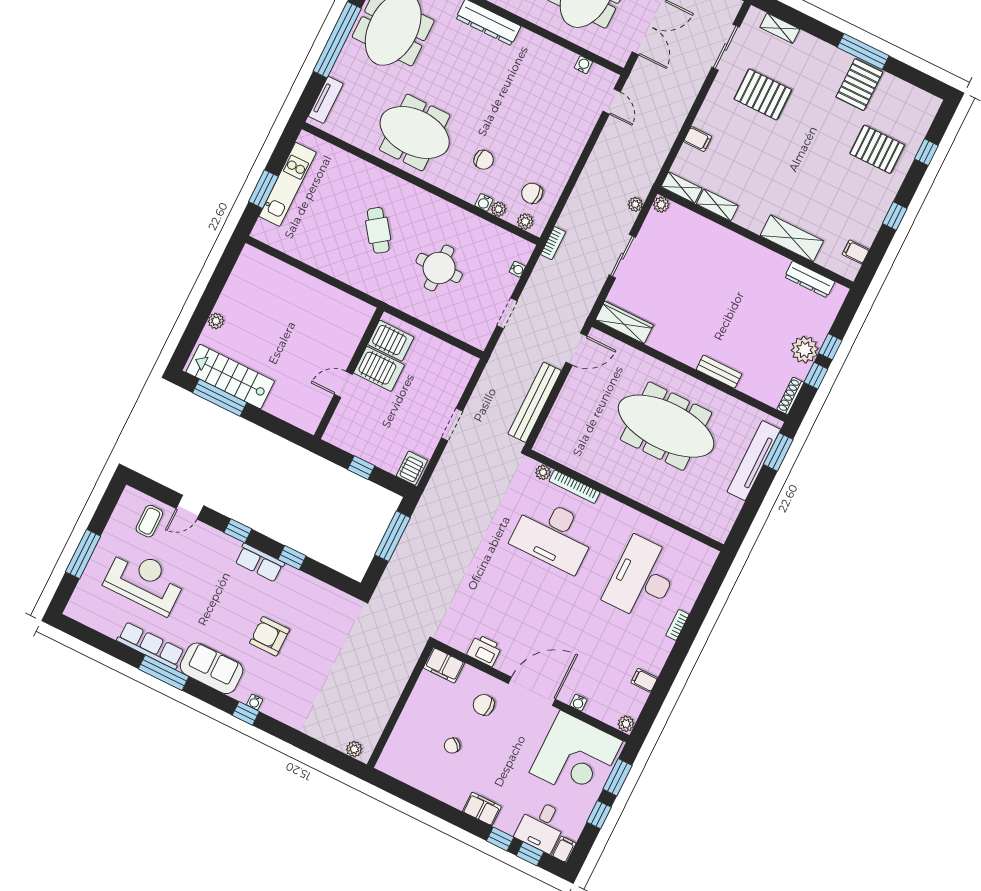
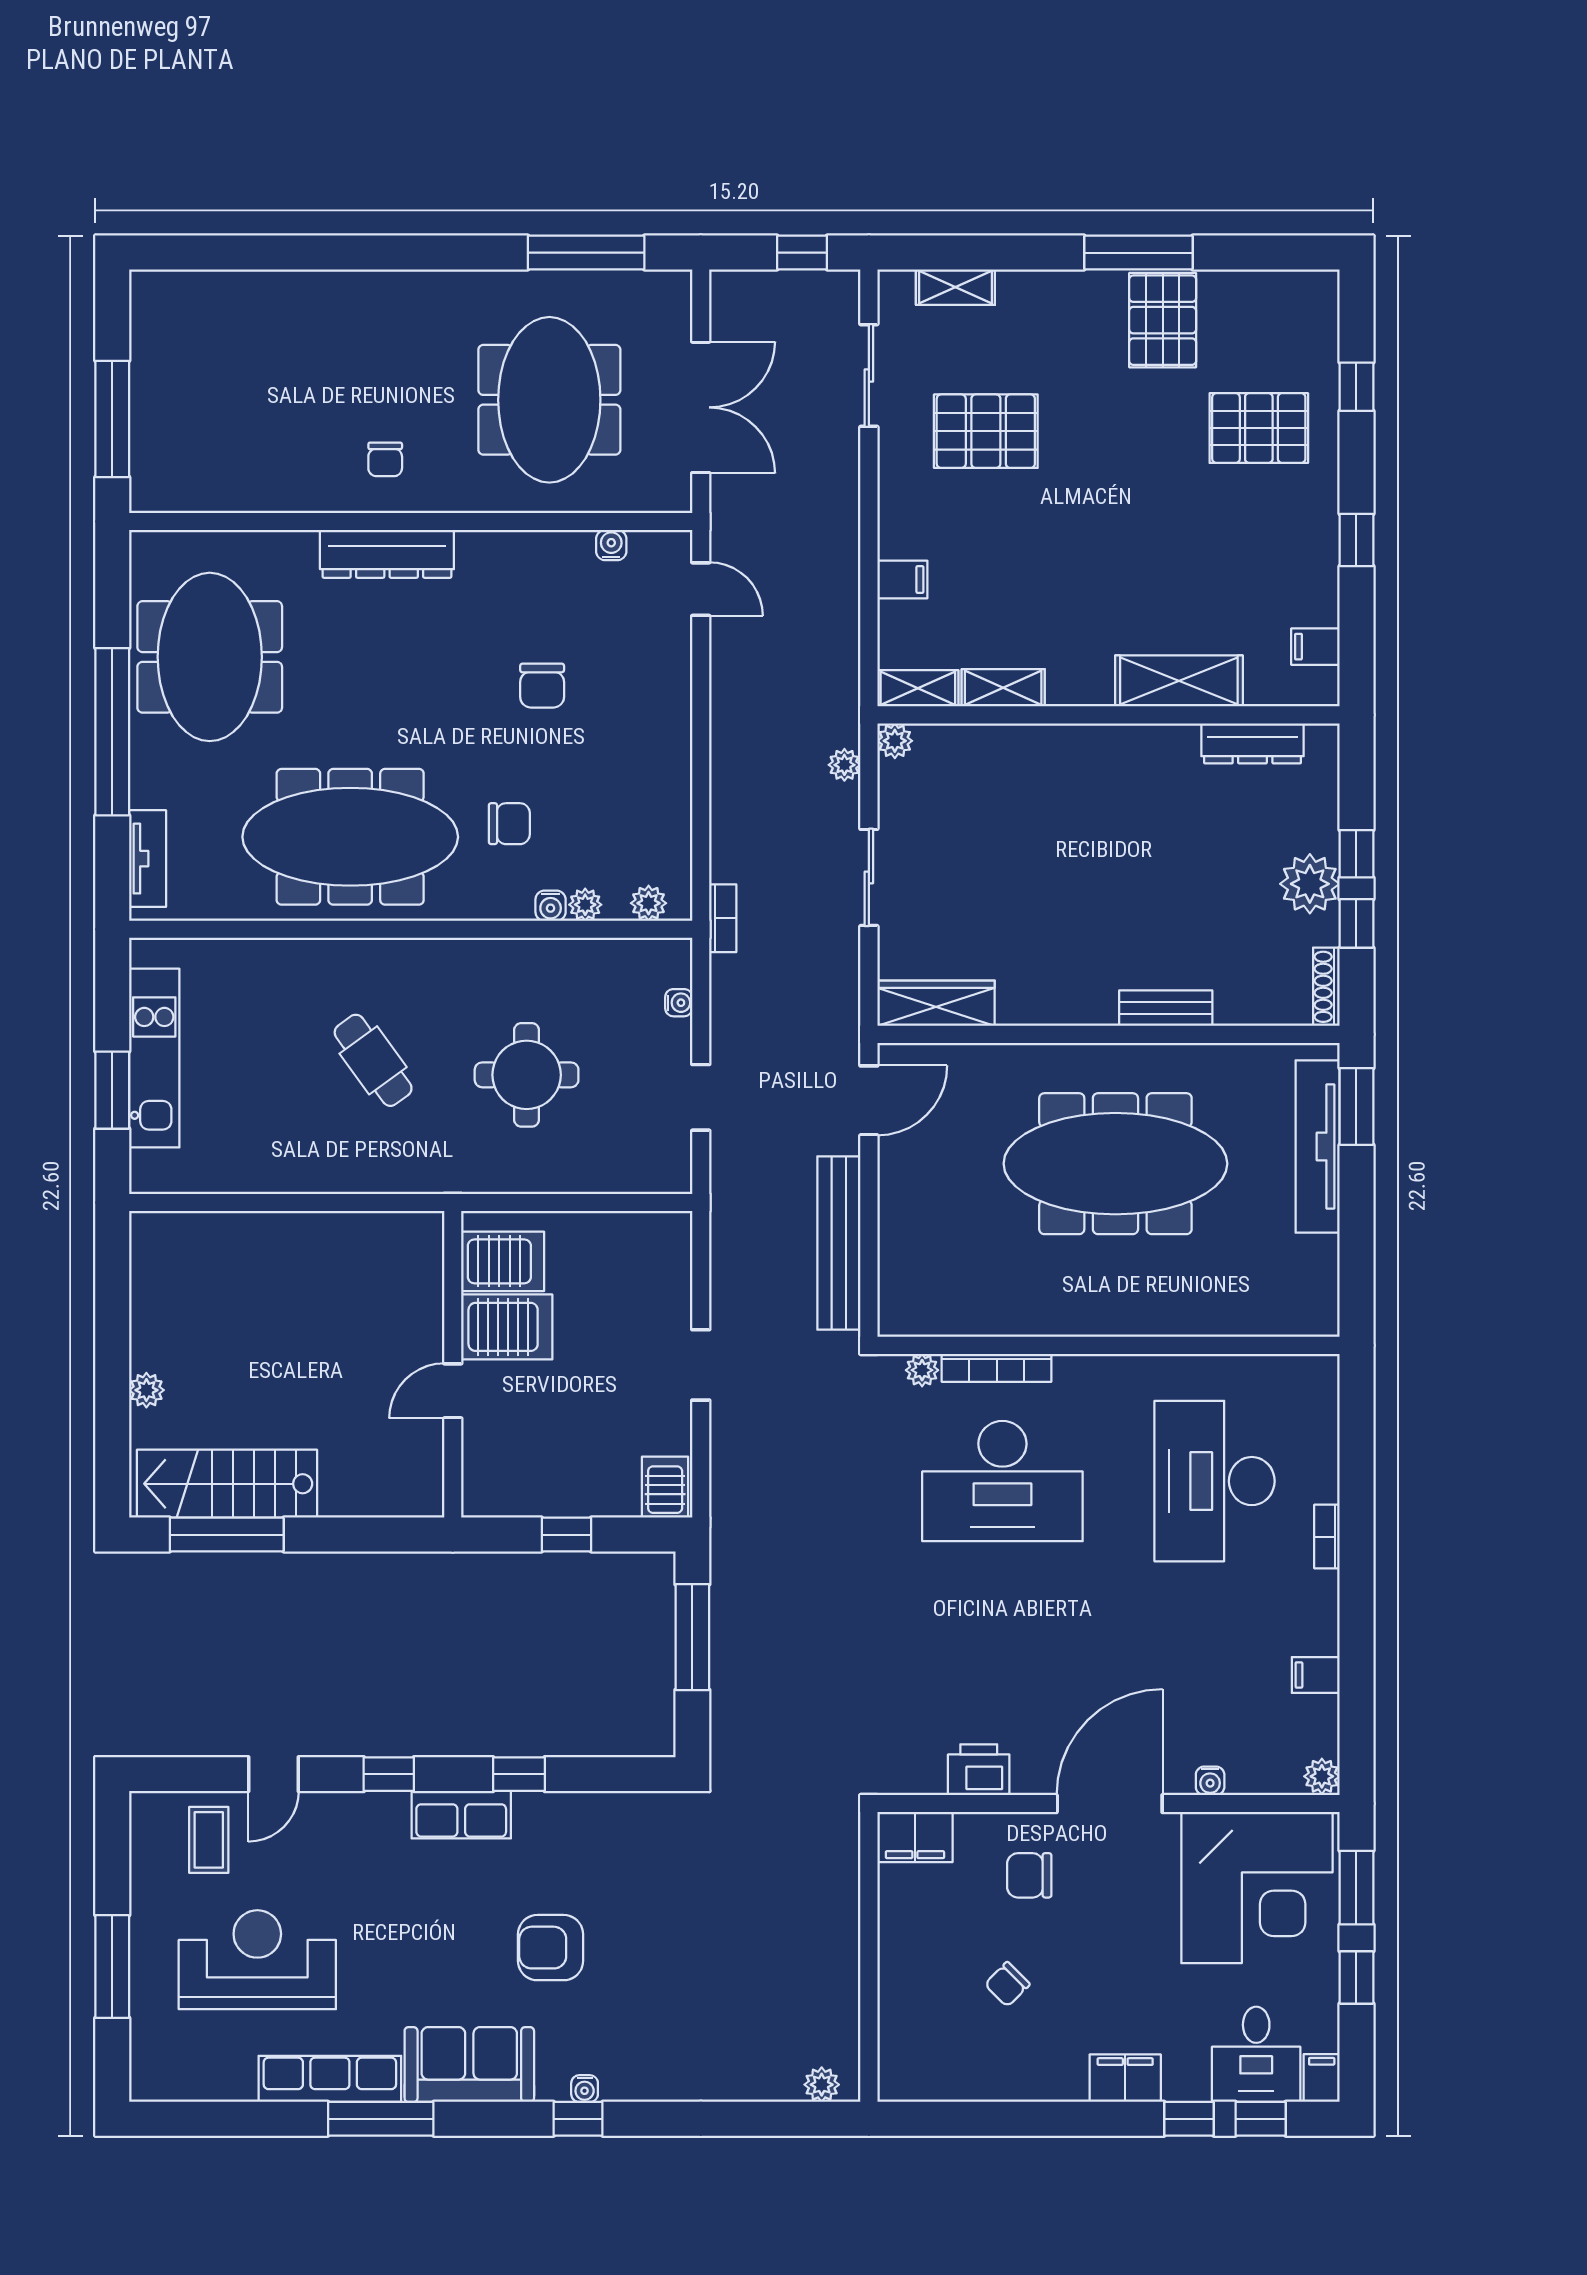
meeting table: (415, 132) -> (350, 837), width x1.36
chair: (532, 193) -> (542, 686), moved, turned -90

